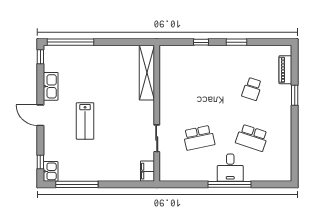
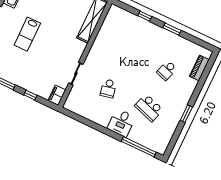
window: (295, 95) -> (186, 114), moved
school desk: (199, 138) -> (108, 88), width x0.54
window: (119, 184) -> (30, 95), added
window: (229, 184) -> (139, 147), moved

